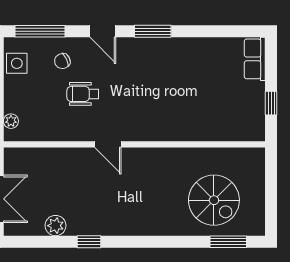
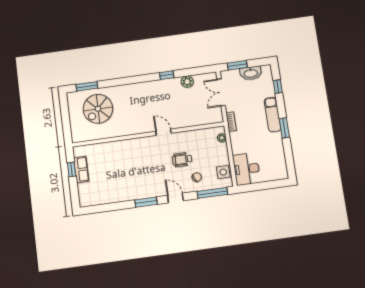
row of seats: (255, 59) -> (81, 169), moved
wheelchair: (83, 94) -> (182, 160), turned 180
spiral stairs: (214, 200) -> (98, 109), turned -90

